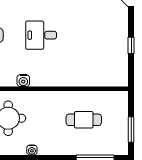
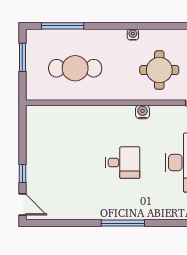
window: (131, 45) -> (22, 173), moved
cafe table: (84, 120) -> (75, 68), width x1.37, depth x1.35

